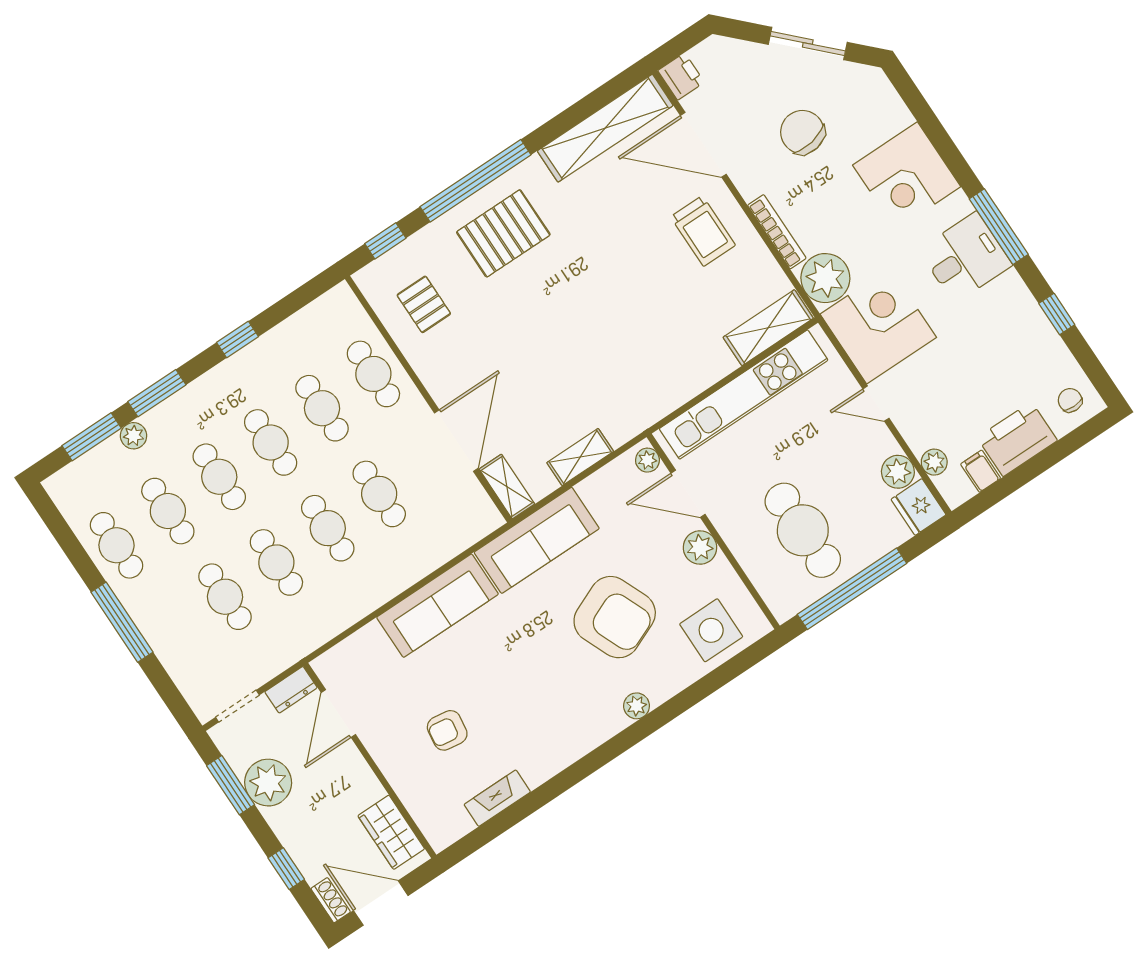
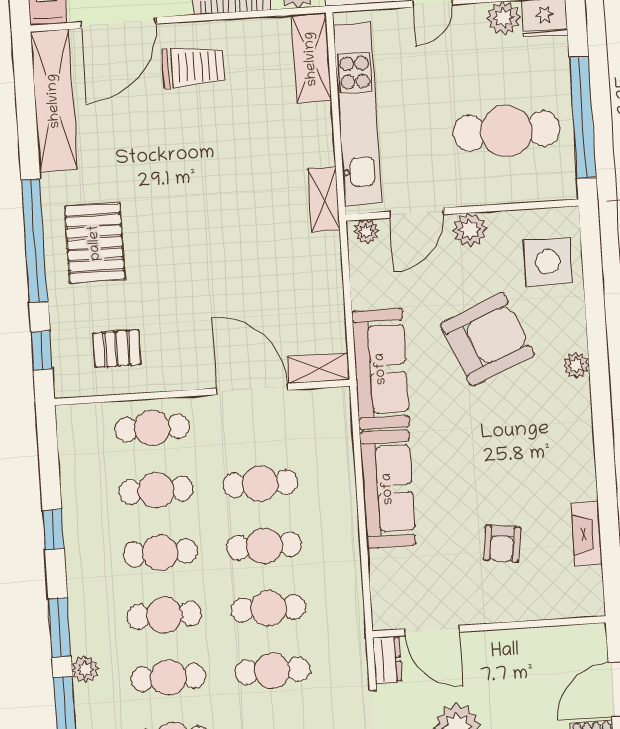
shelving: (580, 457) -> (324, 199), moved
wardrobe: (391, 832) -> (563, 644), removed

